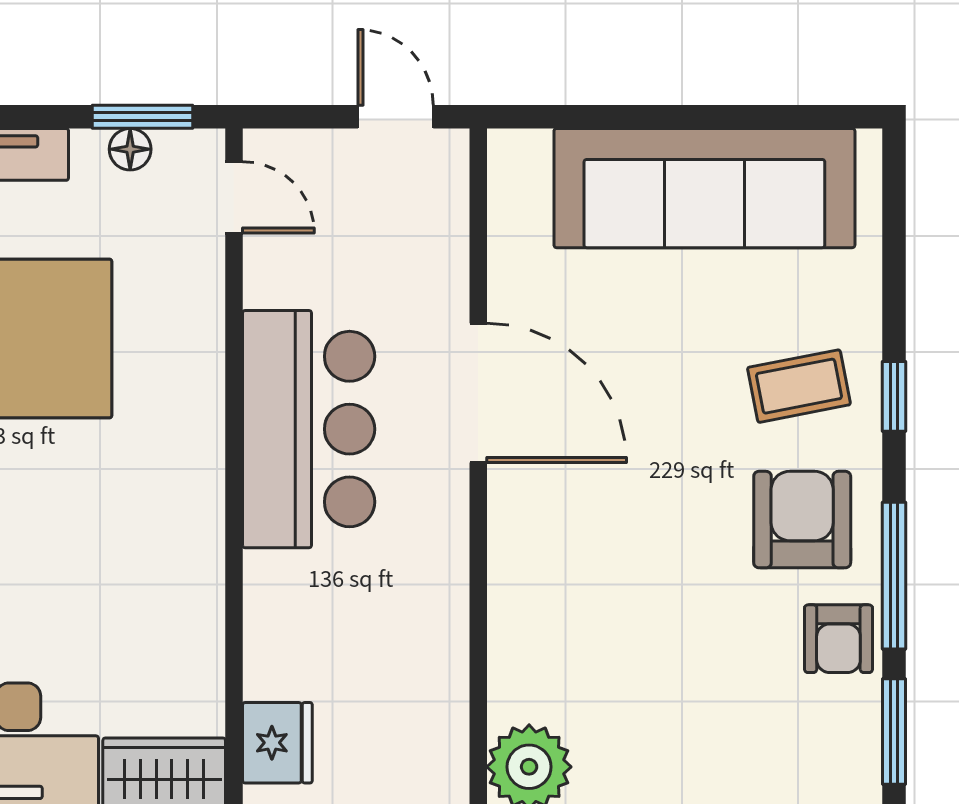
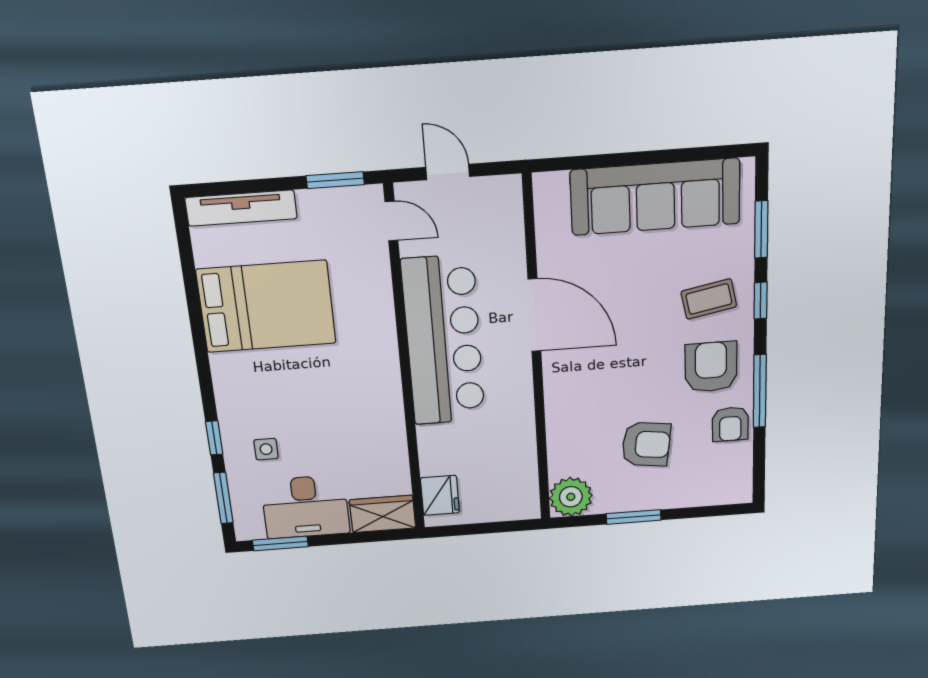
door: (396, 117) -> (448, 172), moved
floor lamp: (130, 149) -> (330, 199), removed
bar counter: (309, 429) -> (444, 341), width x1.36
armchair: (677, 668) -> (646, 444), added
window: (894, 731) -> (761, 229), moved

